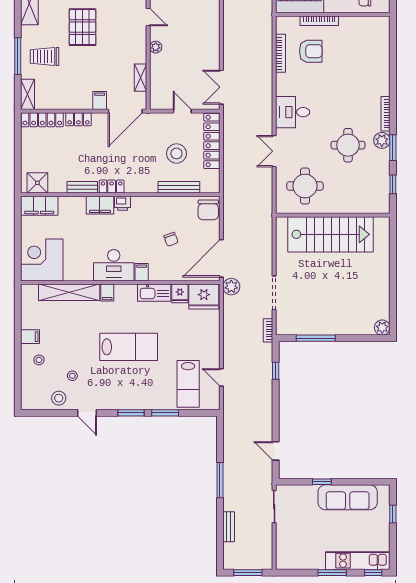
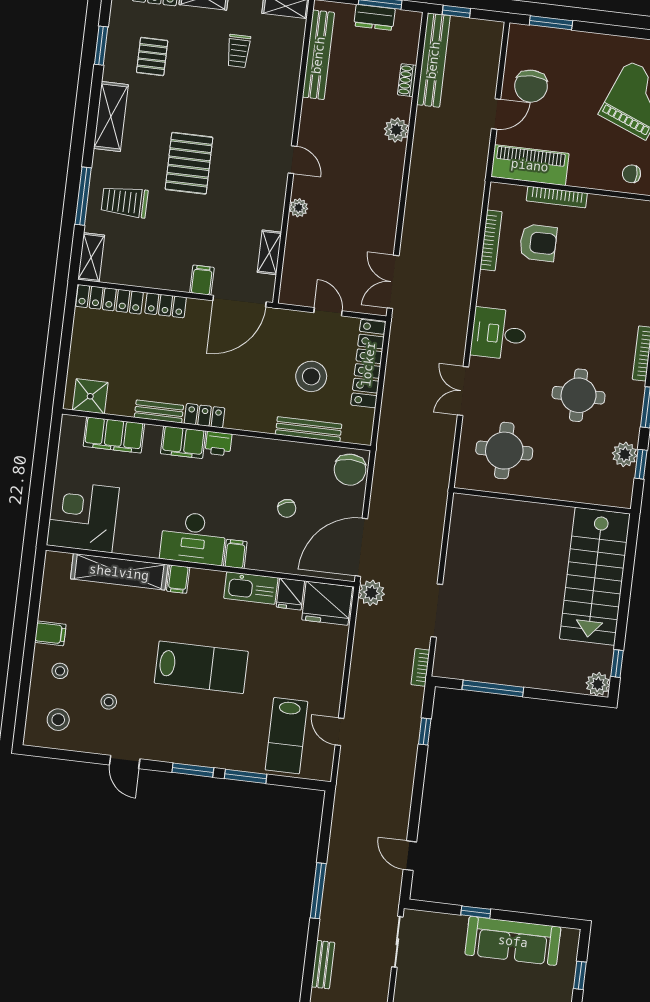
plant: (382, 140) -> (625, 454), moved
filing cabinet: (39, 206) -> (114, 435), moved
stairs: (330, 234) -> (595, 576), moved, turned 90
window: (393, 313) -> (617, 663), added
stool: (59, 398) -> (58, 720), moved

